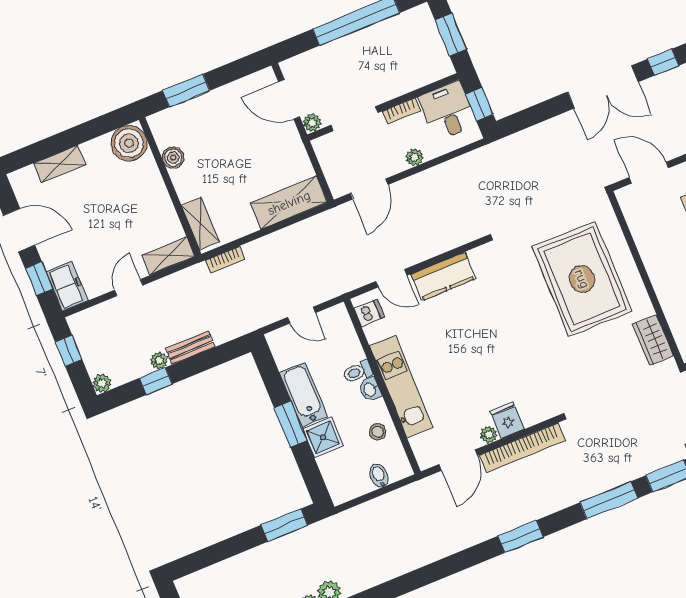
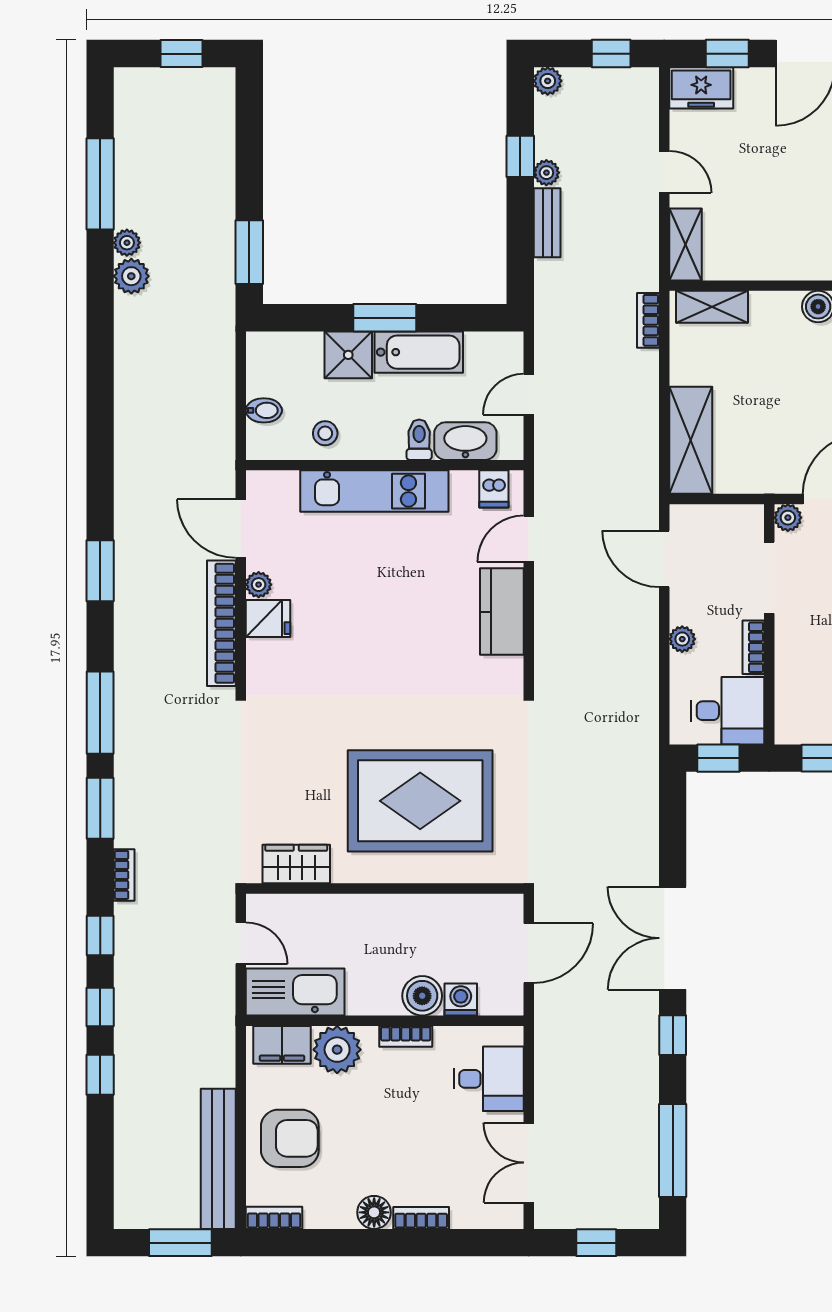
washbasin: (370, 389) -> (465, 441), moved, width x1.91, depth x1.45

